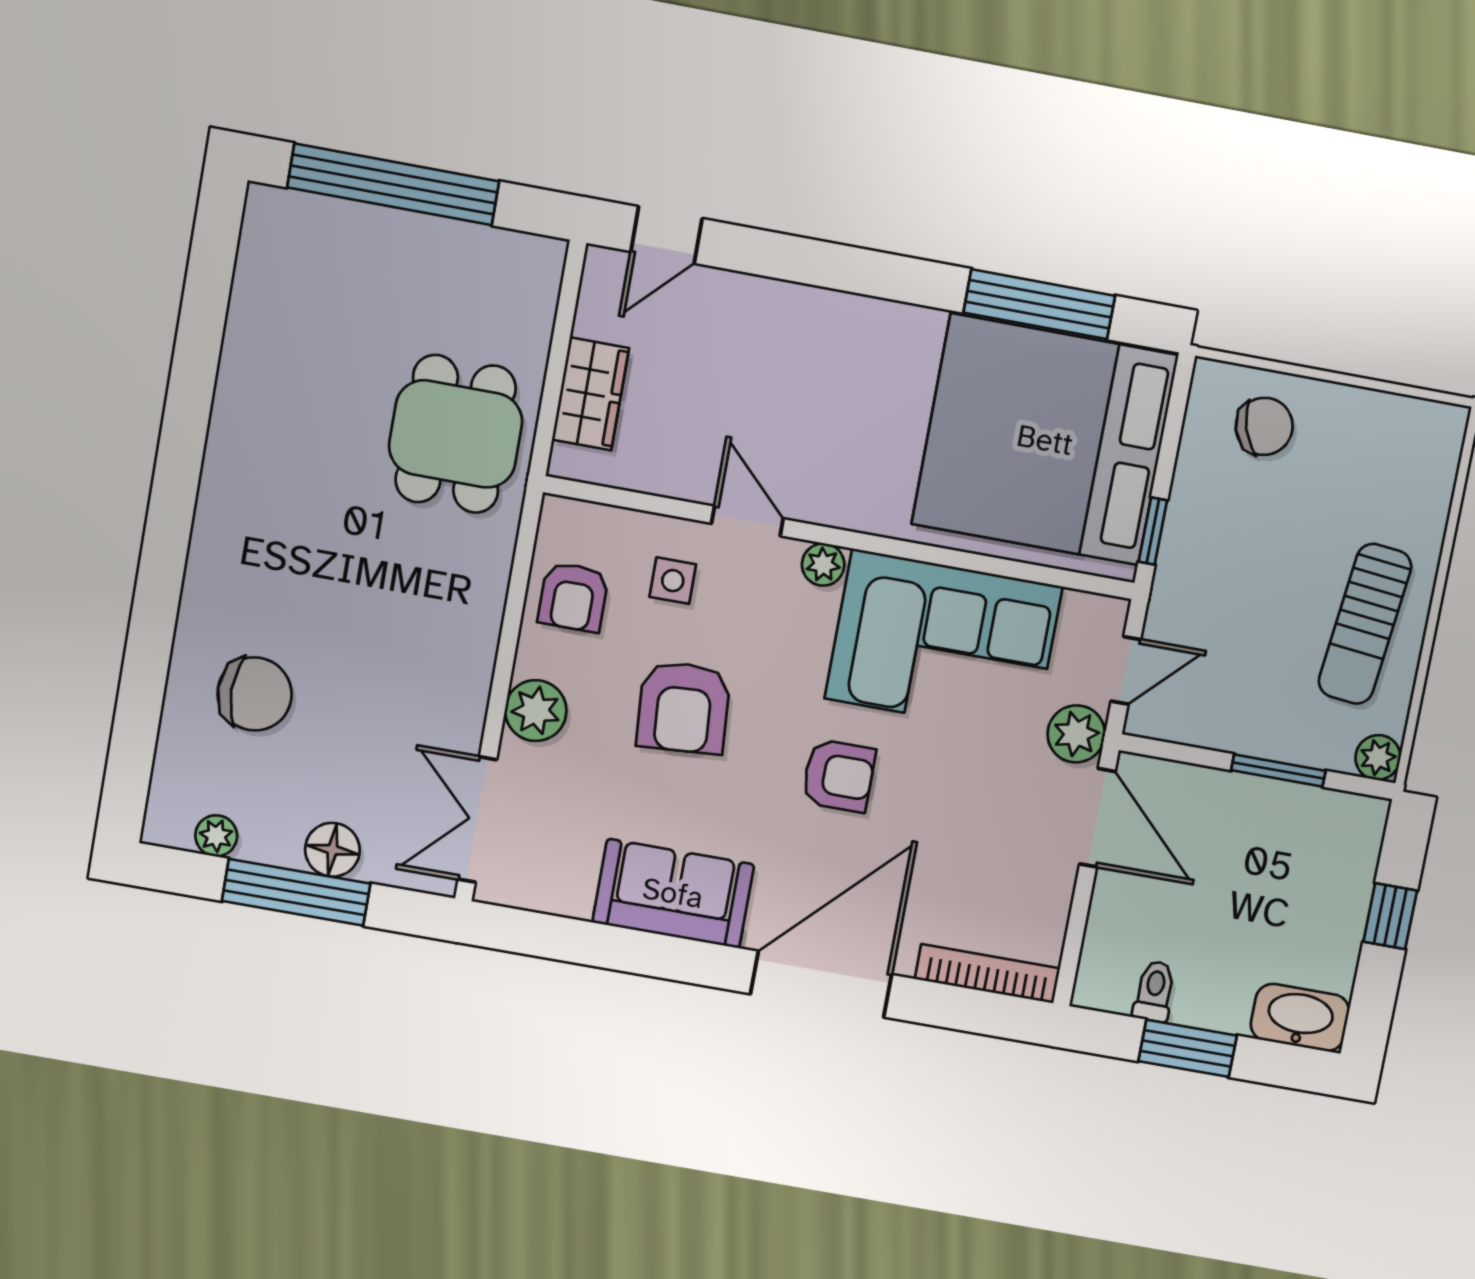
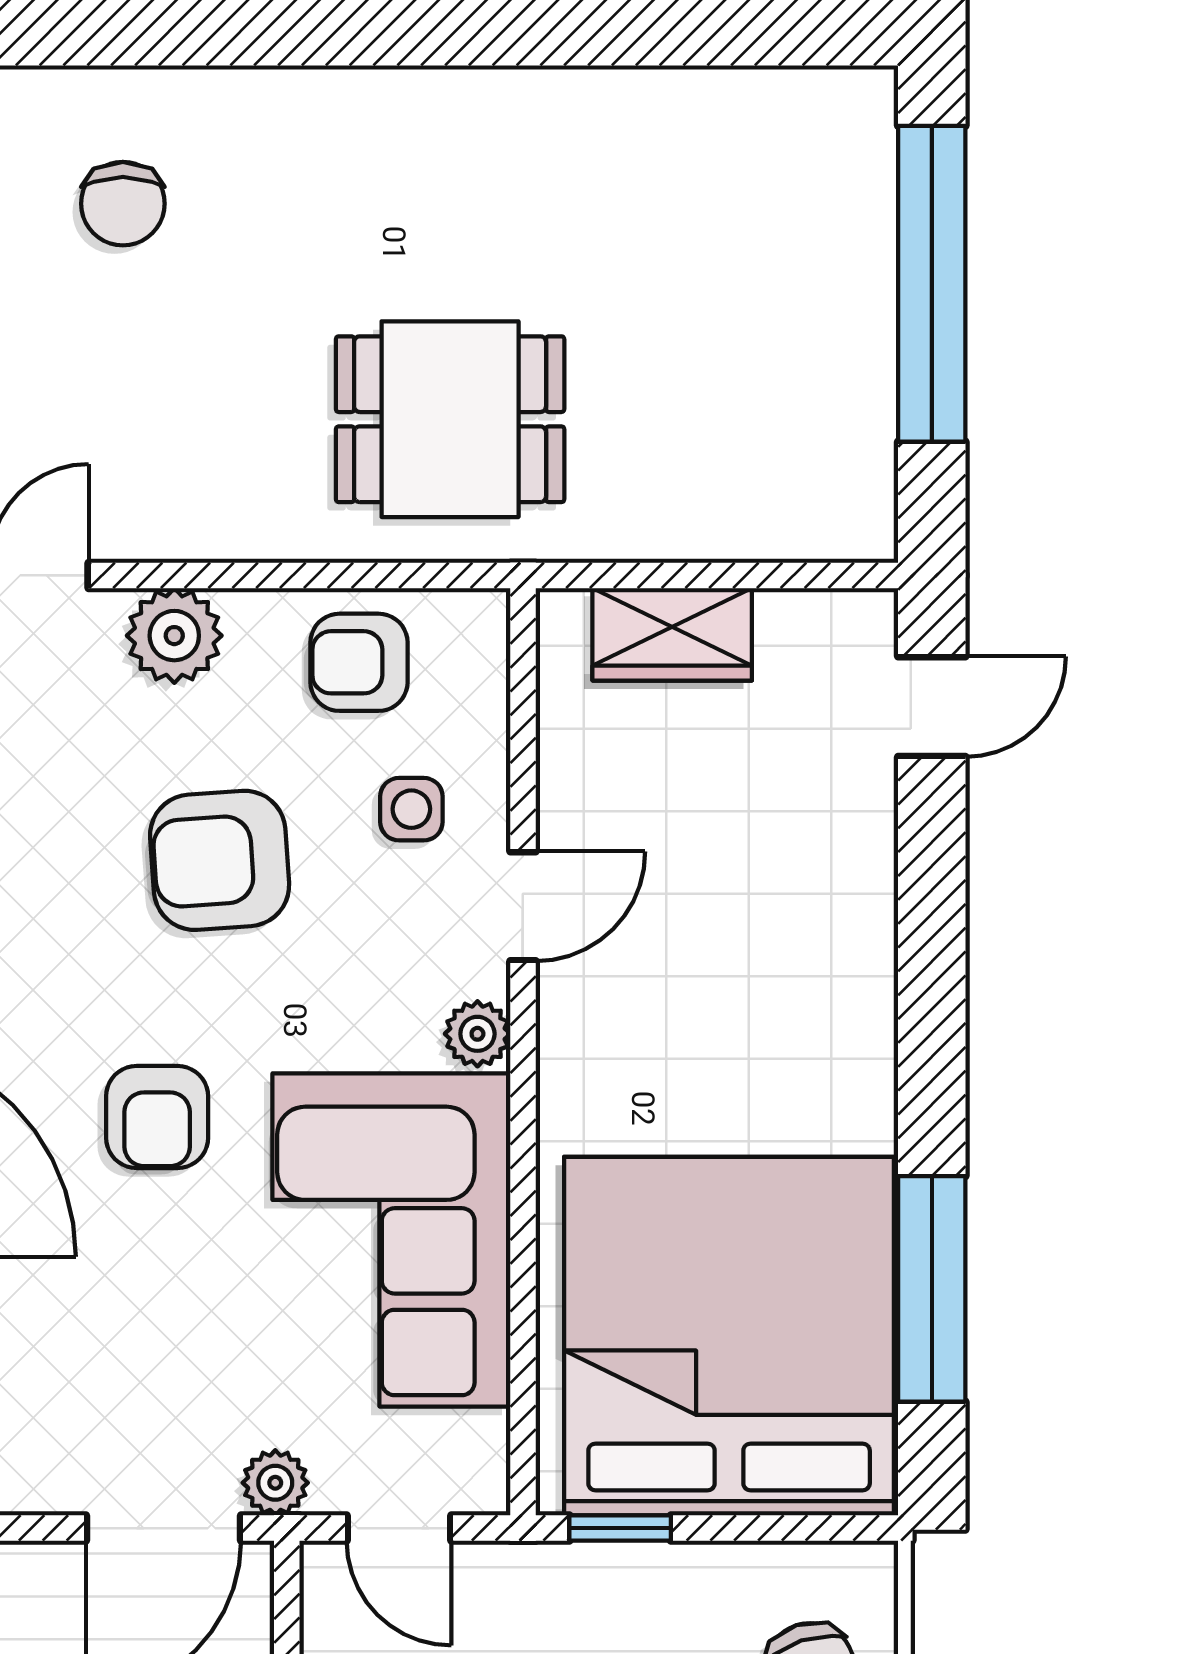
door: (666, 235) -> (932, 707), swing flipped
dining table: (456, 434) -> (450, 419), moved
chair: (255, 694) -> (123, 204), width x0.73, depth x0.73
plant: (1076, 734) -> (275, 1483), width x0.73, depth x0.73

